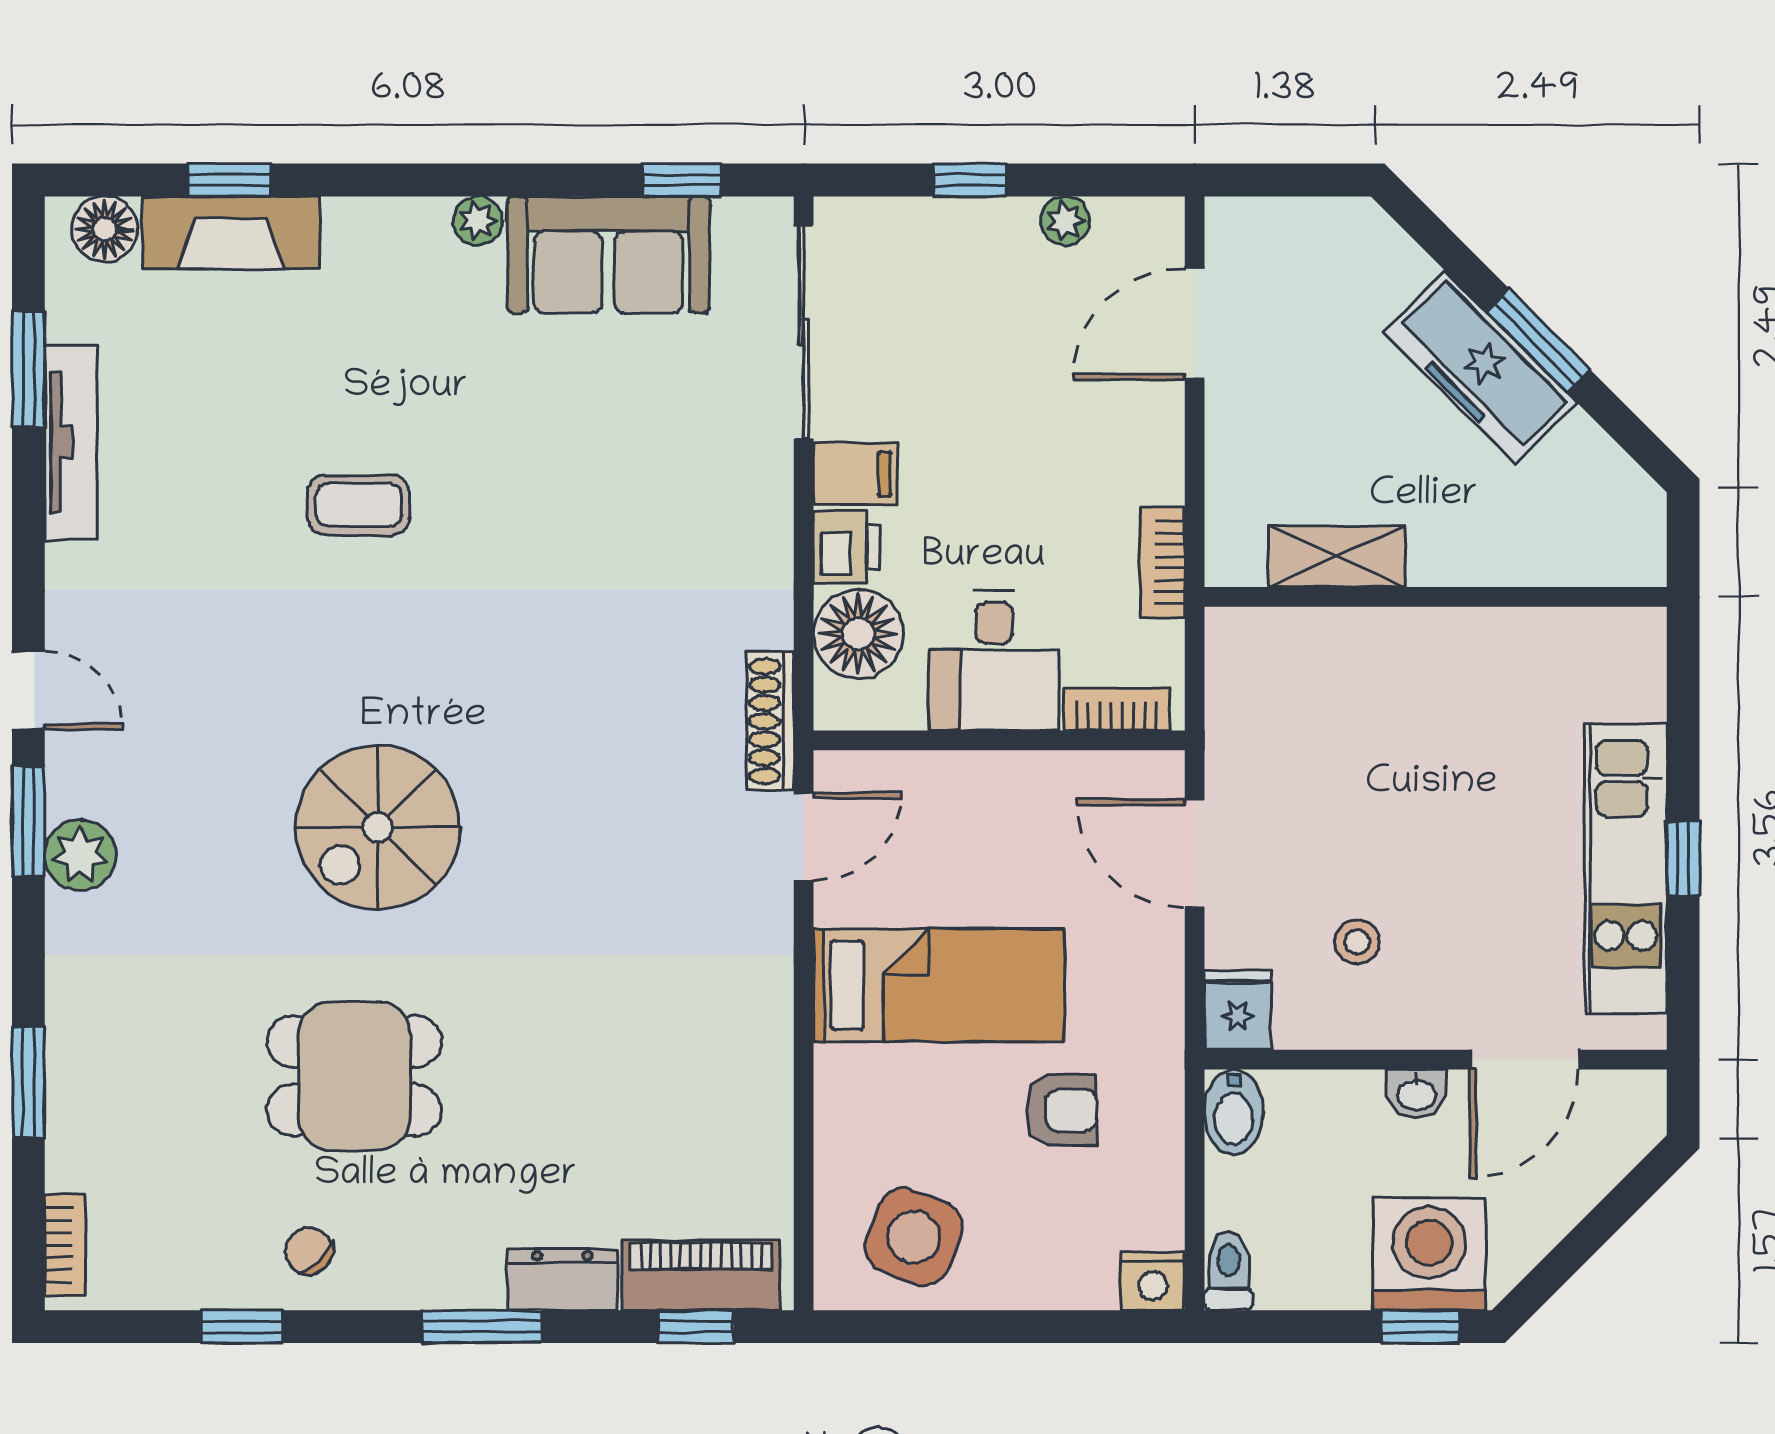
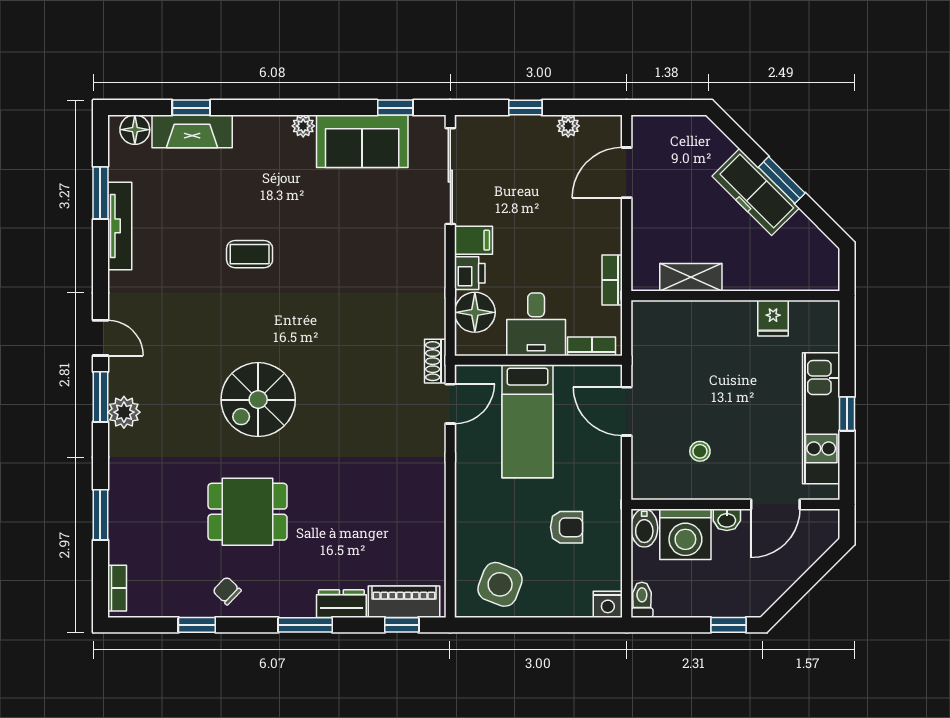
shoe rack: (770, 721) -> (435, 361), width x0.70
bed: (939, 985) -> (528, 421), moved, turned 90
fridge: (1238, 1010) -> (773, 318), moved, turned 180
washing machine: (1429, 1254) -> (685, 534), moved, turned 180

